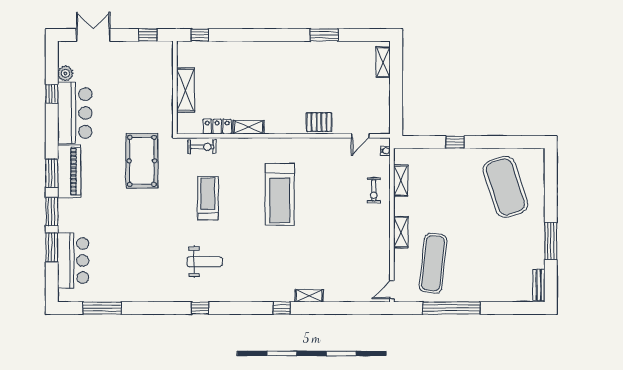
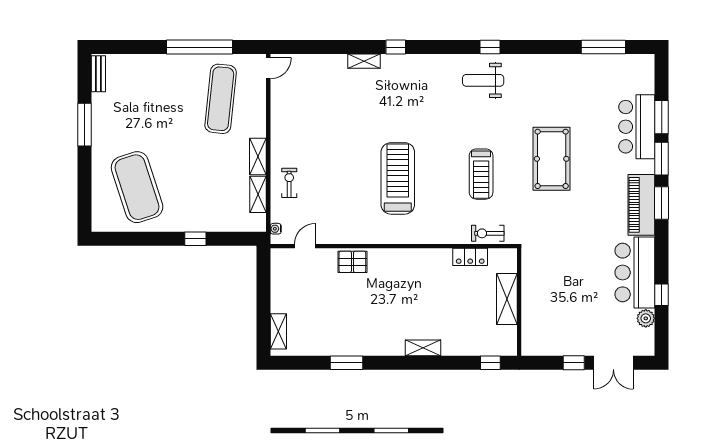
window: (148, 35) -> (574, 363), moved
shelving: (249, 127) -> (423, 348), moved
pool table: (142, 161) -> (552, 159), moved
shelving: (401, 232) -> (258, 156), moved
bar counter: (73, 261) -> (637, 127), moved
weight bench: (205, 262) -> (483, 80), moved

